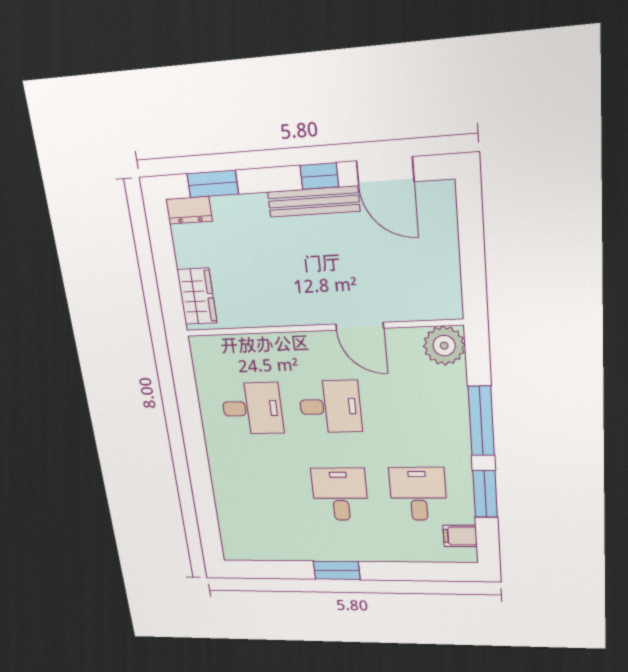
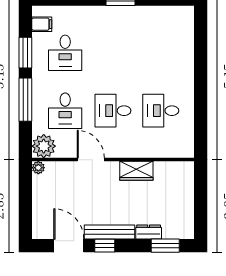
dresser: (189, 210) -> (149, 232), moved
wardrobe: (197, 296) -> (136, 171), moved, turned -90
plant: (452, 309) -> (38, 168), added
desk: (340, 494) -> (65, 111), moved

